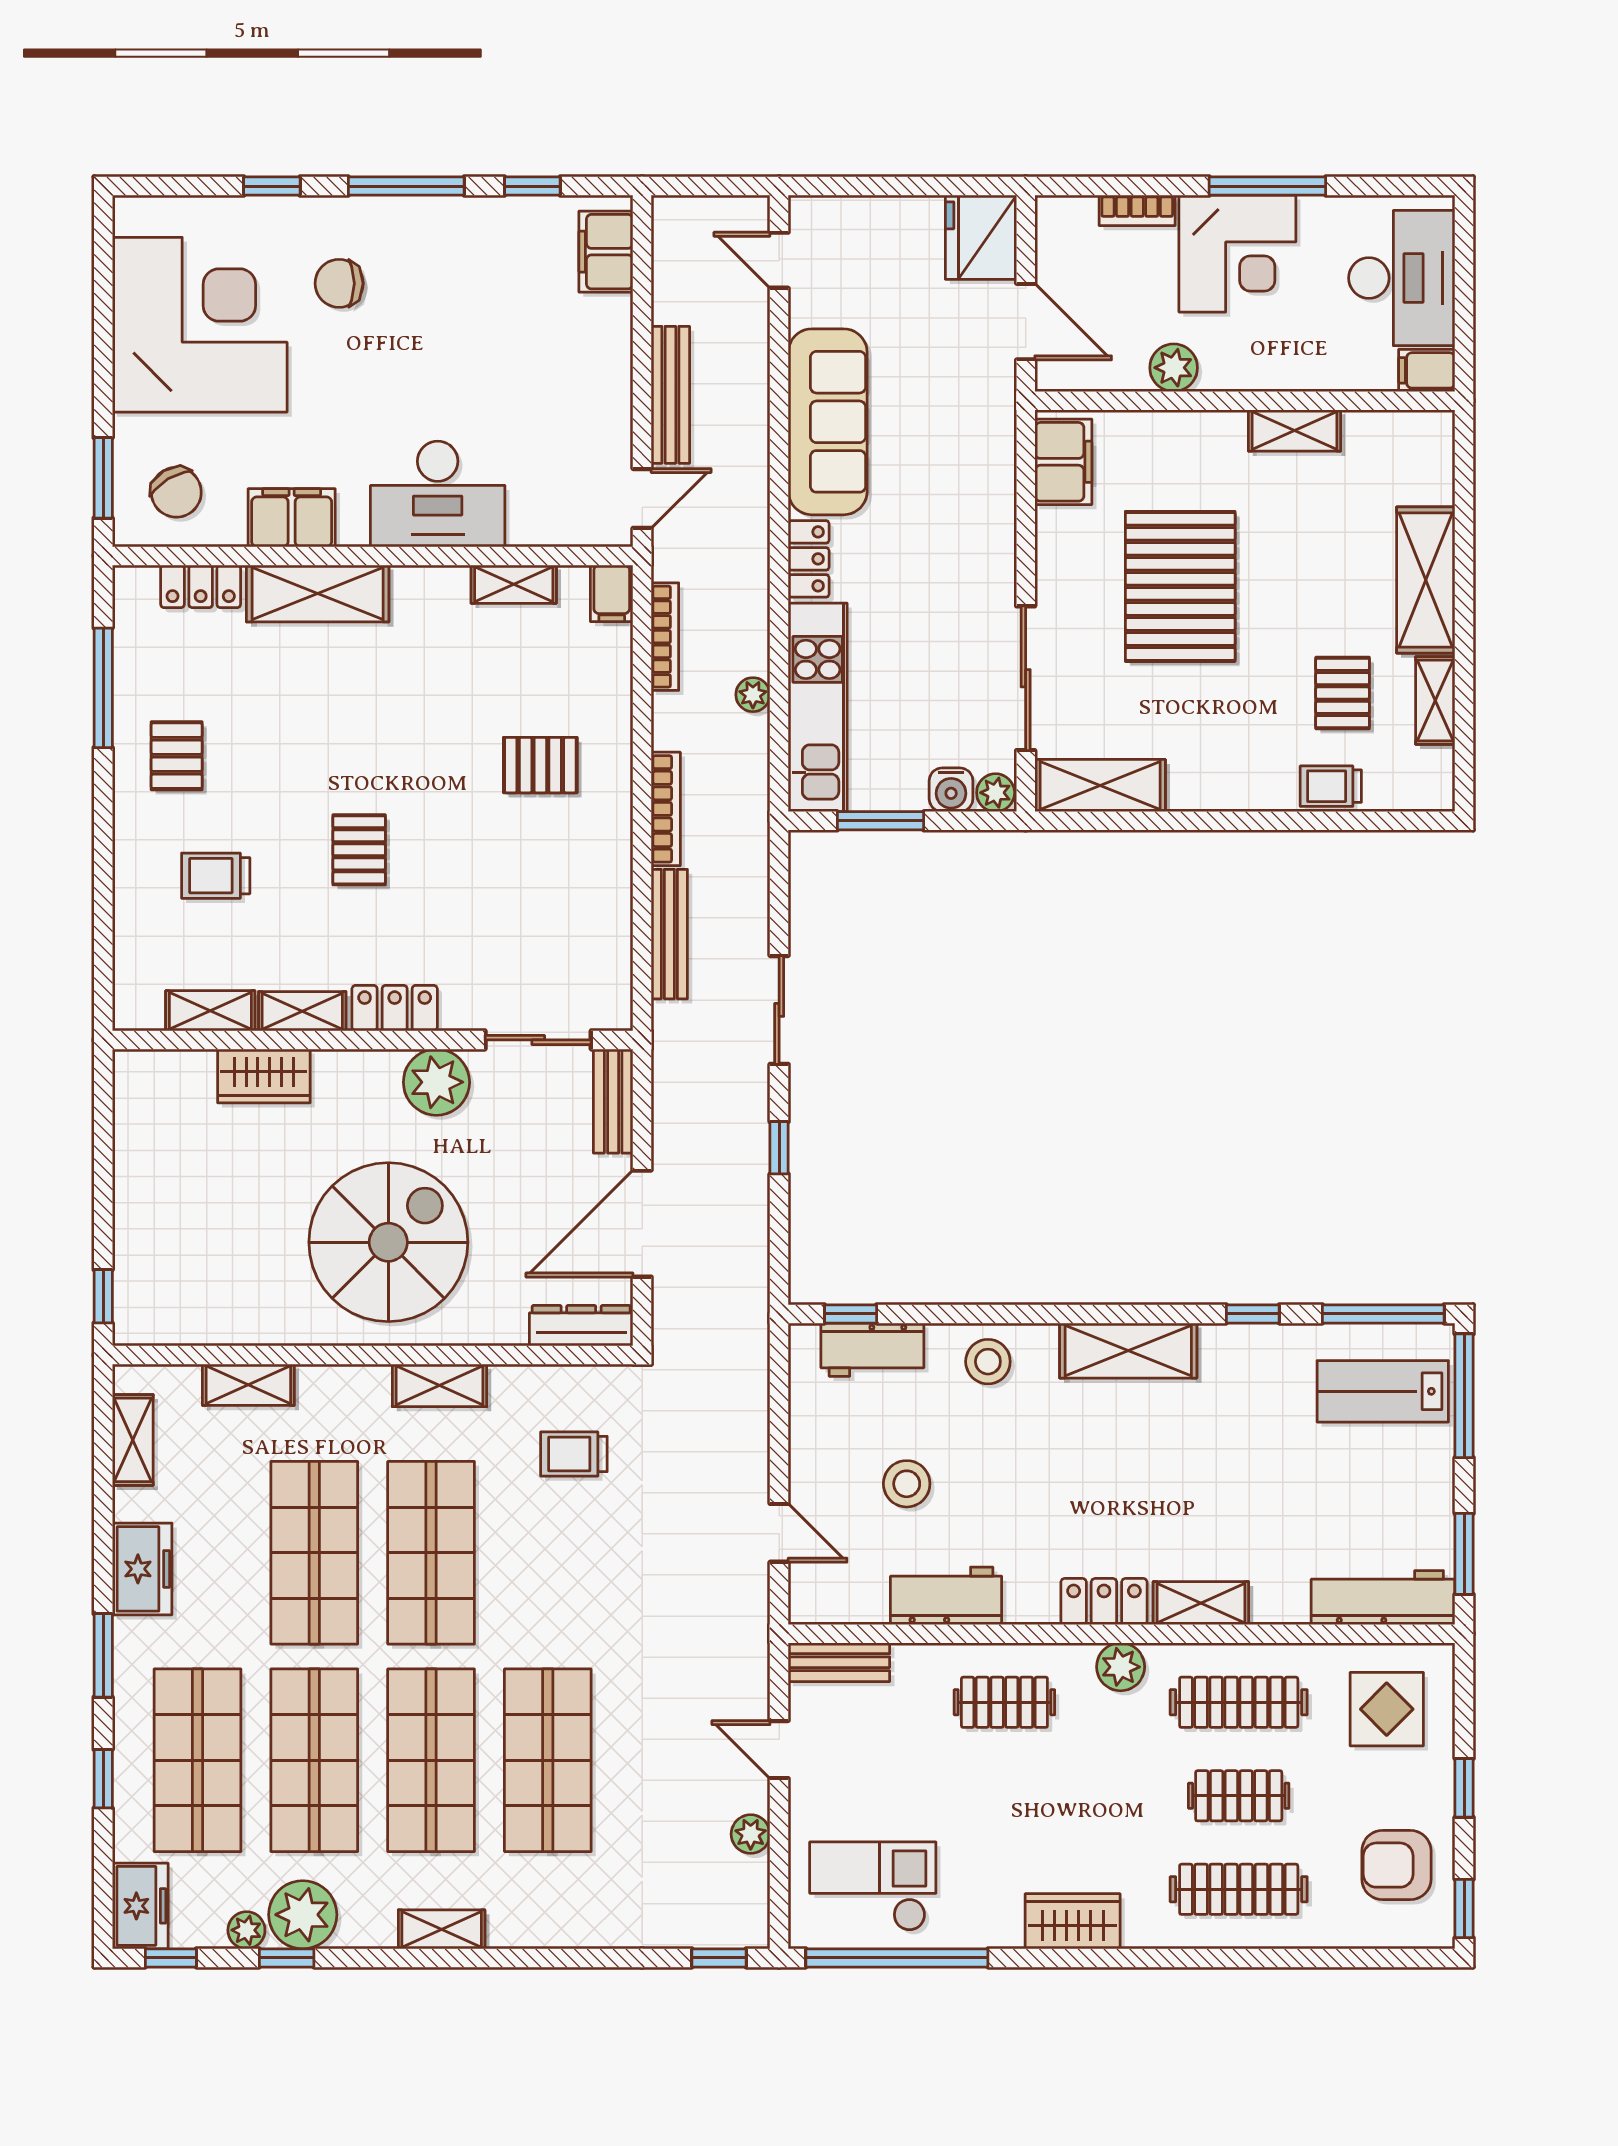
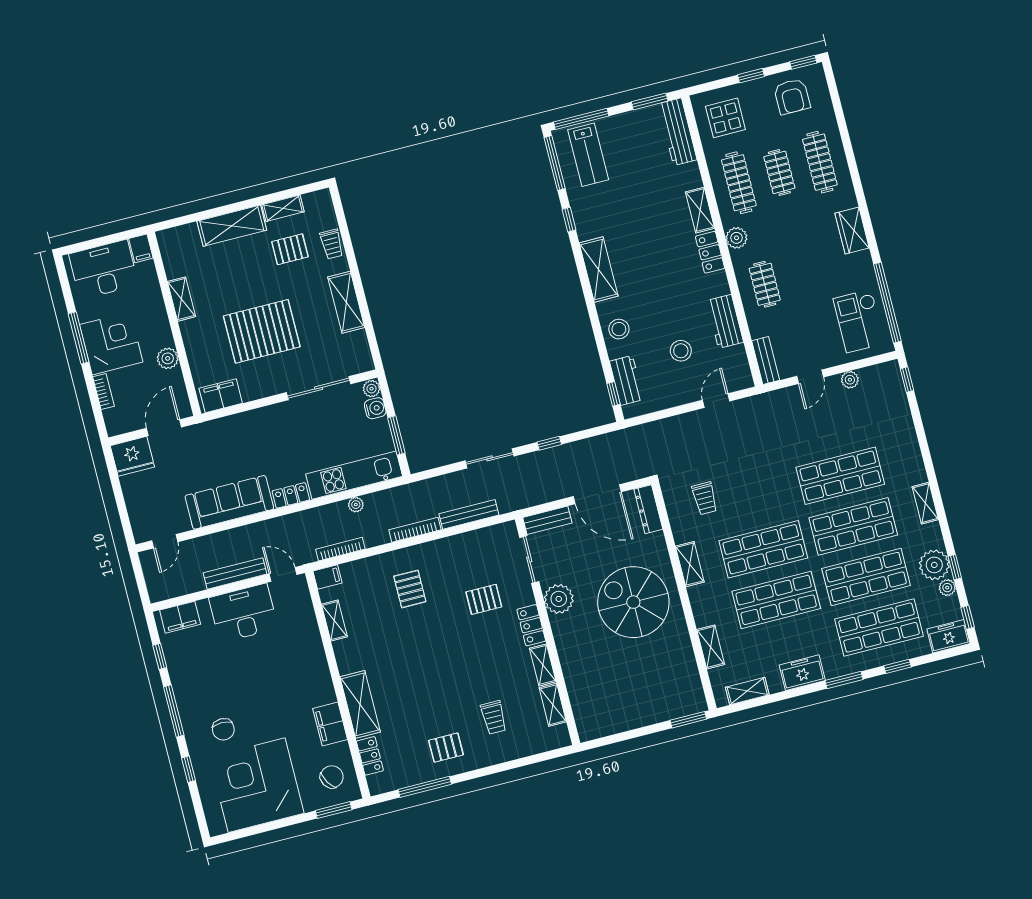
desk: (438, 494) -> (243, 613), moved, turned -90
shelving: (1100, 786) -> (346, 302), moved
pallet: (359, 850) -> (484, 599), moved
wardrobe: (264, 1076) -> (575, 674), removed
window: (103, 1296) -> (688, 720), width x1.50

